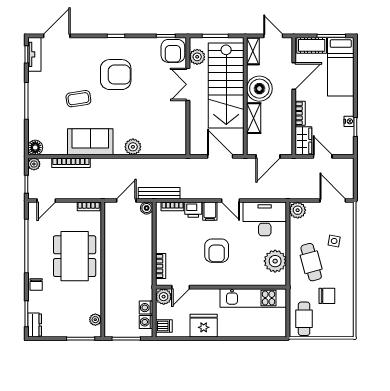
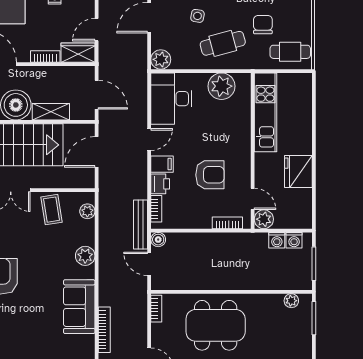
coffee table: (78, 99) -> (52, 210), moved
plant: (170, 149) -> (87, 211), added
armchair: (217, 251) -> (210, 175), moved
dishwasher: (164, 326) -> (299, 219), removed

